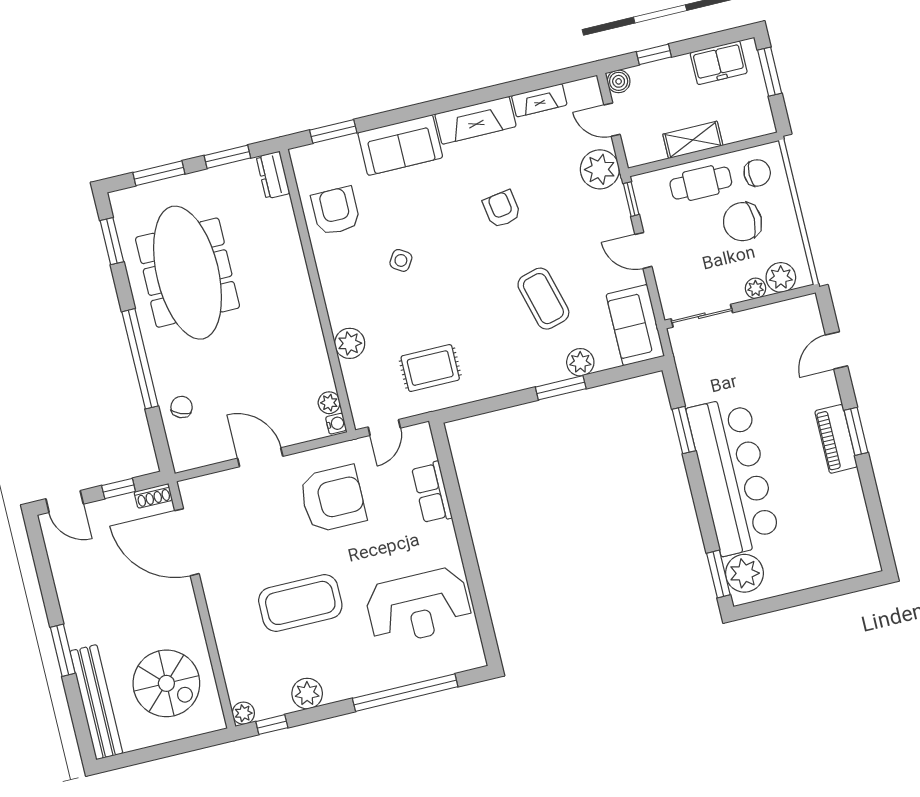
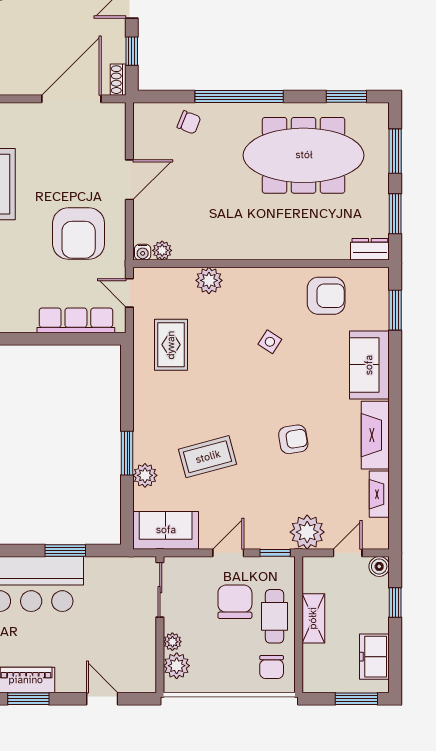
chair: (742, 222) -> (235, 602), moved
row of seats: (432, 493) -> (76, 320), width x1.48

